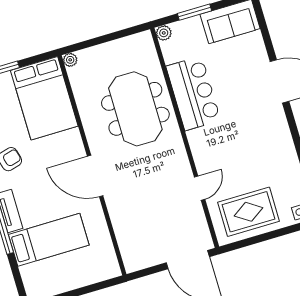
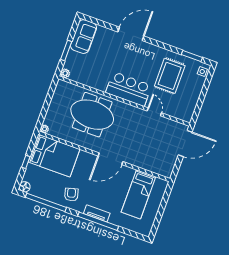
bar counter: (193, 93) -> (129, 89), moved
rug: (249, 212) -> (170, 76), moved
bed: (49, 240) -> (139, 194), moved, turned 180

